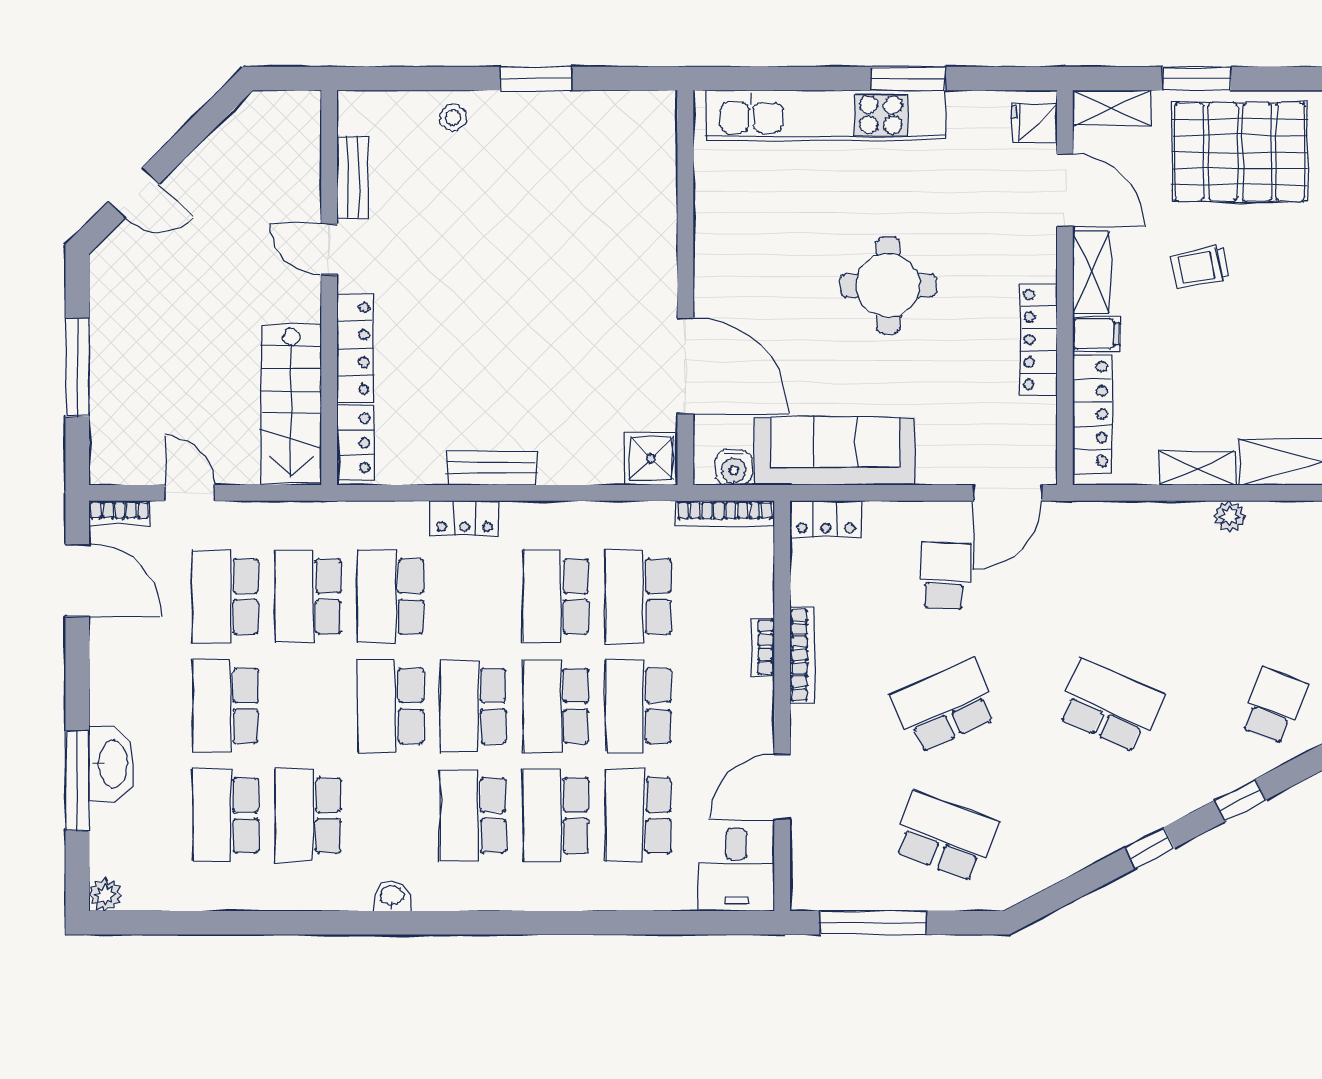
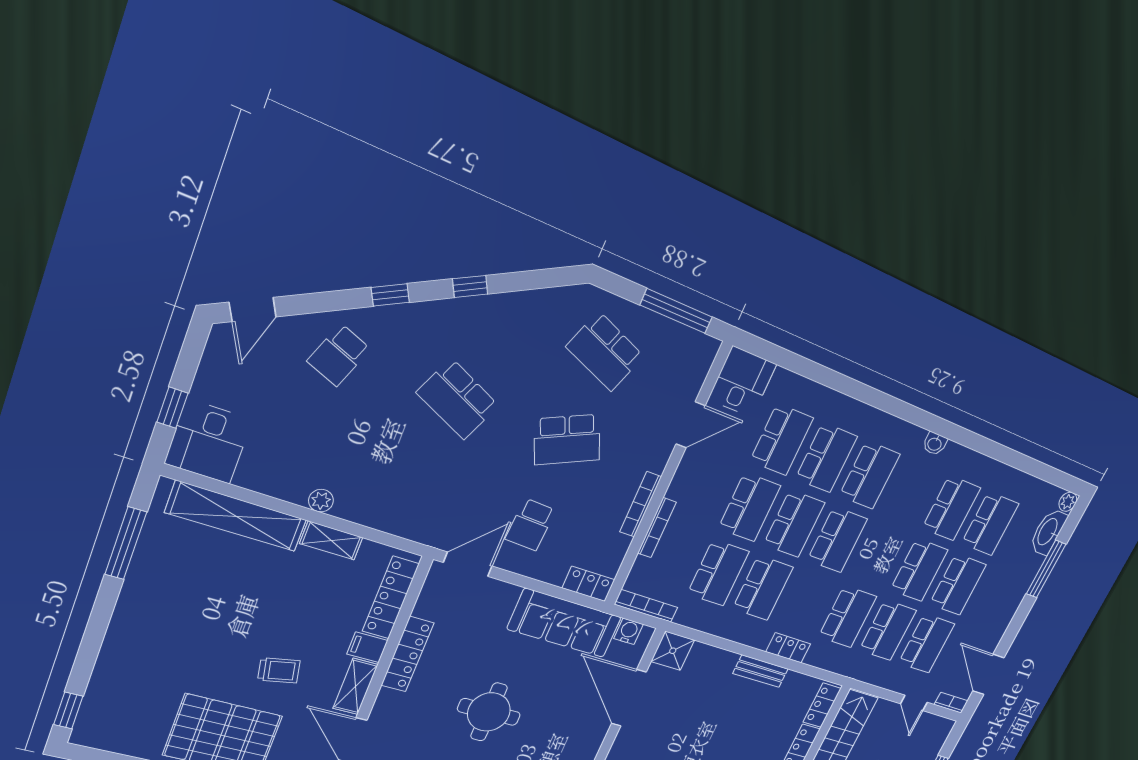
bookcase: (763, 647) -> (657, 528), width x1.56
school desk: (390, 706) -> (919, 570), moved
washbasin: (112, 764) -> (1048, 532), moved

